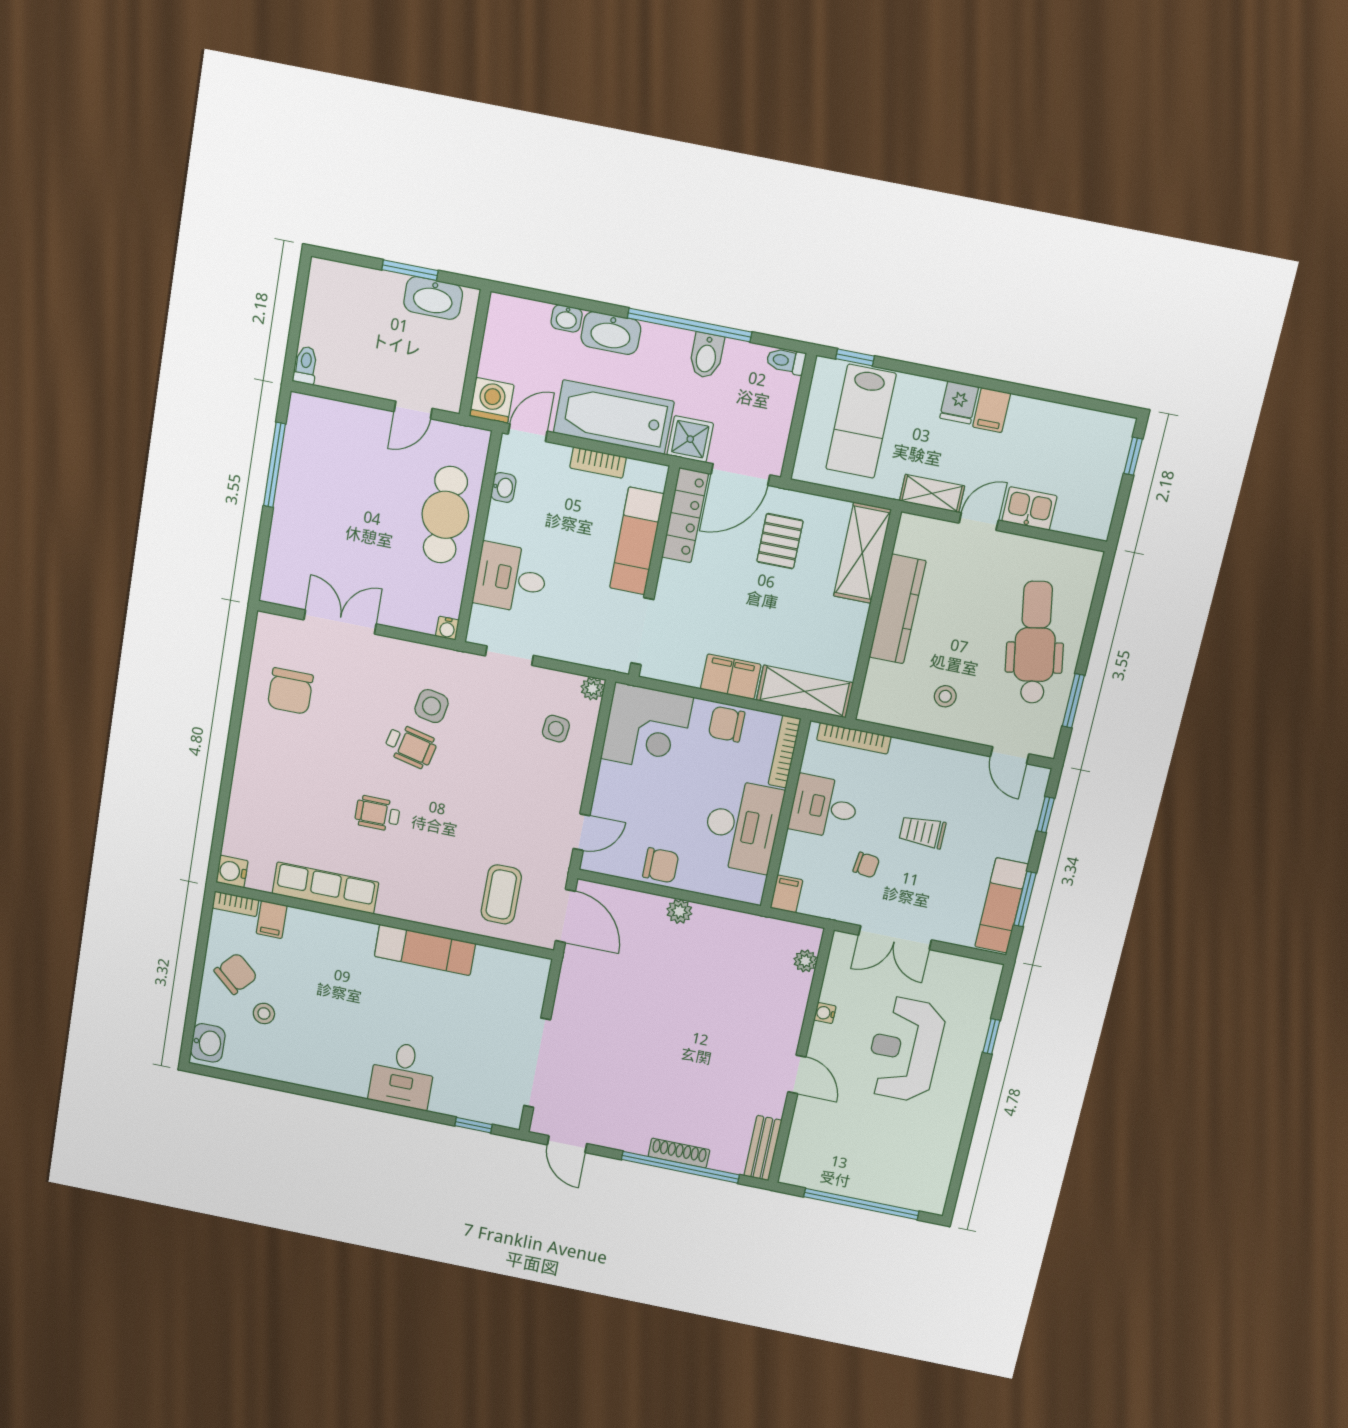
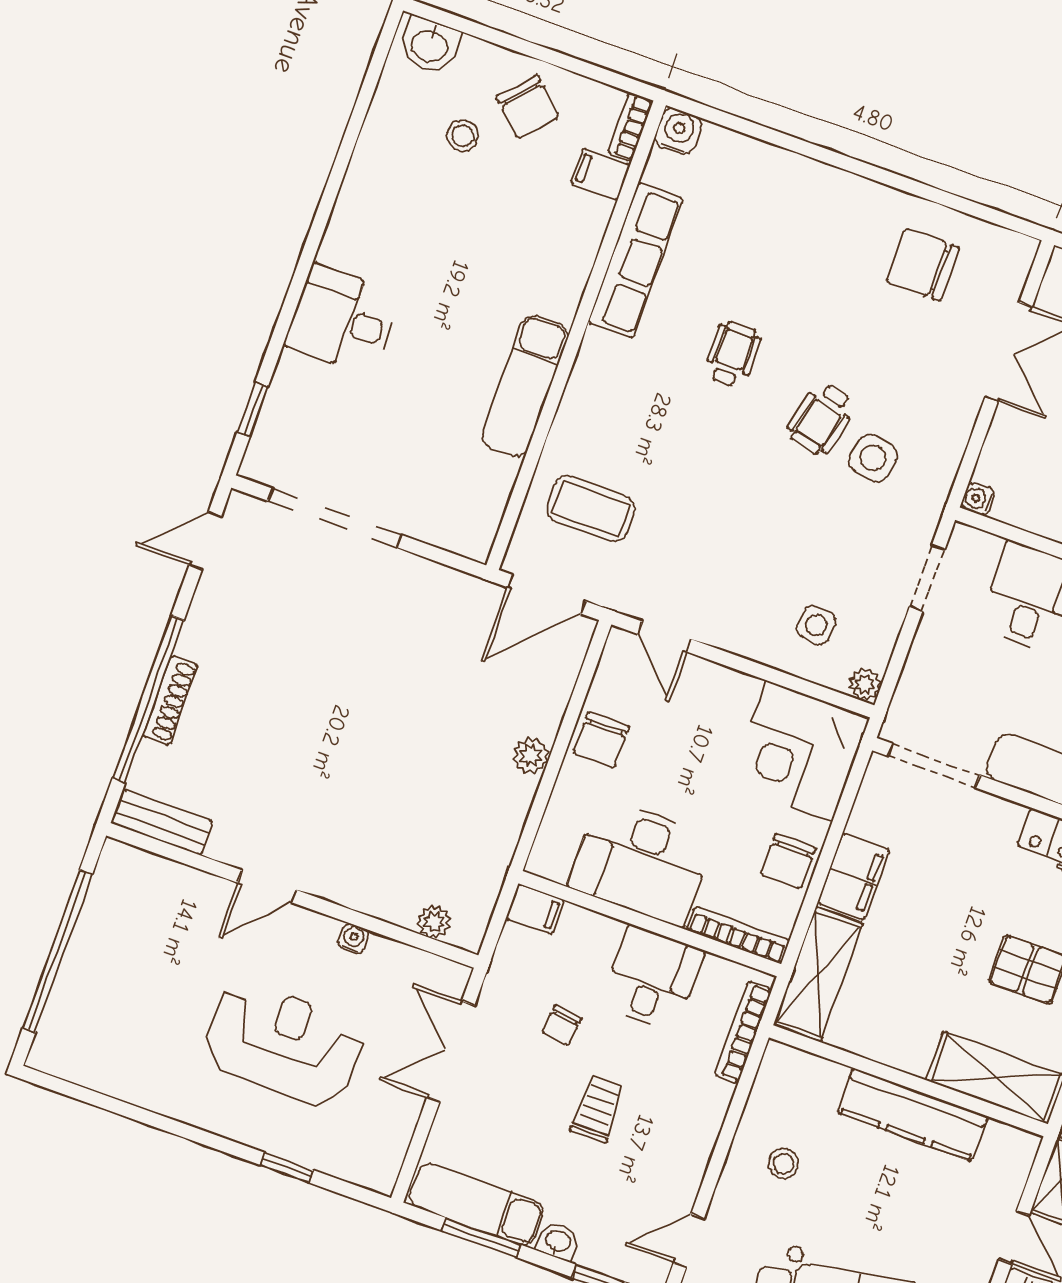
chair: (727, 724) -> (788, 861), turned 180
washbasin: (1021, 846) -> (558, 1242), added

